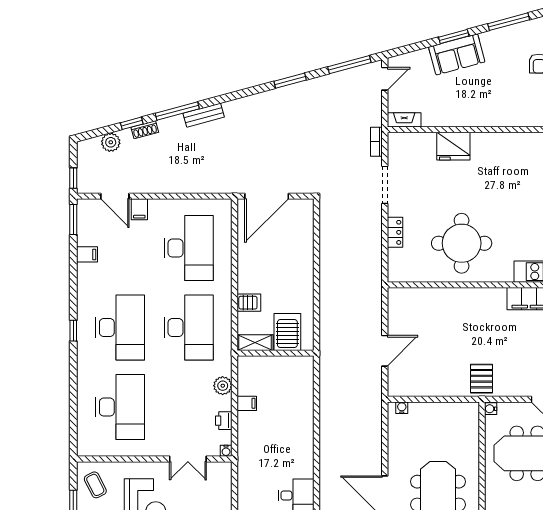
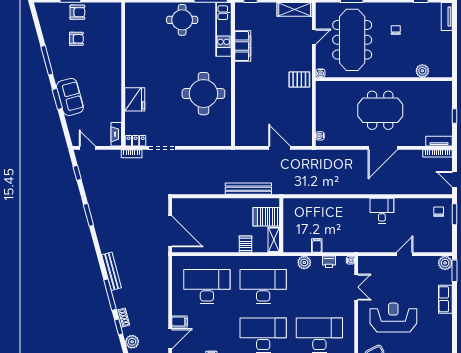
window: (349, 65) -> (77, 173), width x0.46
bench: (204, 115) -> (112, 271), width x1.36
locker: (395, 232) -> (136, 141), moved
bench: (327, 307) -> (248, 189), added

